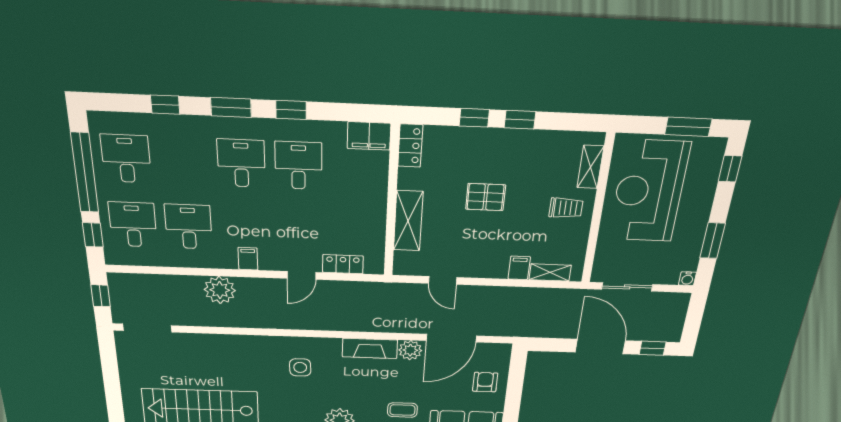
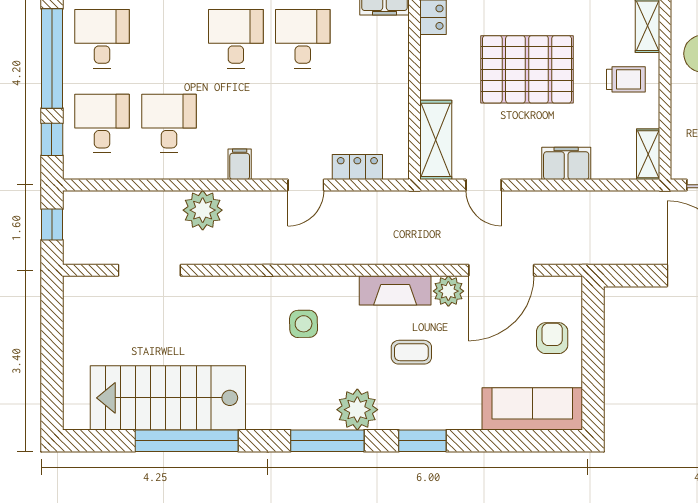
pallet: (486, 197) -> (527, 69), width x2.05, depth x2.00
shelving: (408, 221) -> (436, 140), moved
filing cabinet: (519, 268) -> (566, 163), width x2.00
shelving: (550, 272) -> (648, 154), moved, turned 90
doorway: (147, 328) -> (149, 270), moved
coffee table: (402, 410) -> (411, 352), moved

